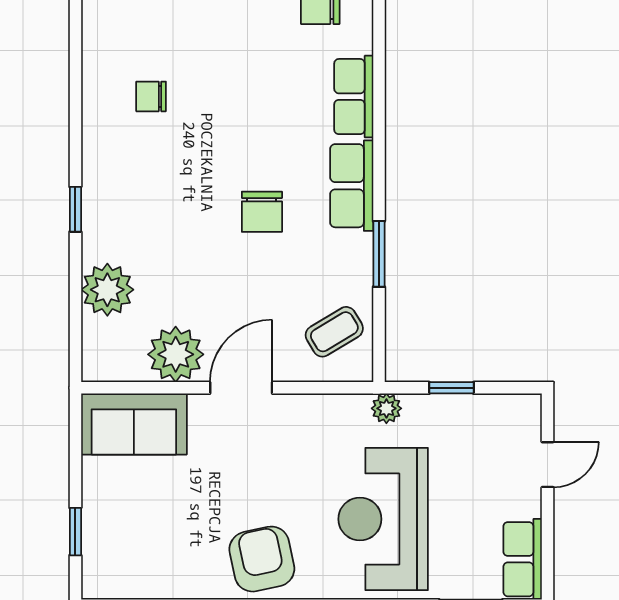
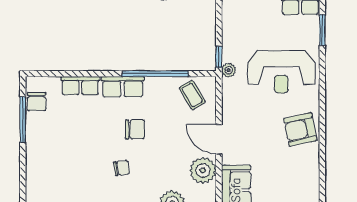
chair: (151, 96) -> (122, 168), moved, turned -98
window: (379, 254) -> (155, 74), width x2.11
window: (451, 388) -> (219, 57), moved

